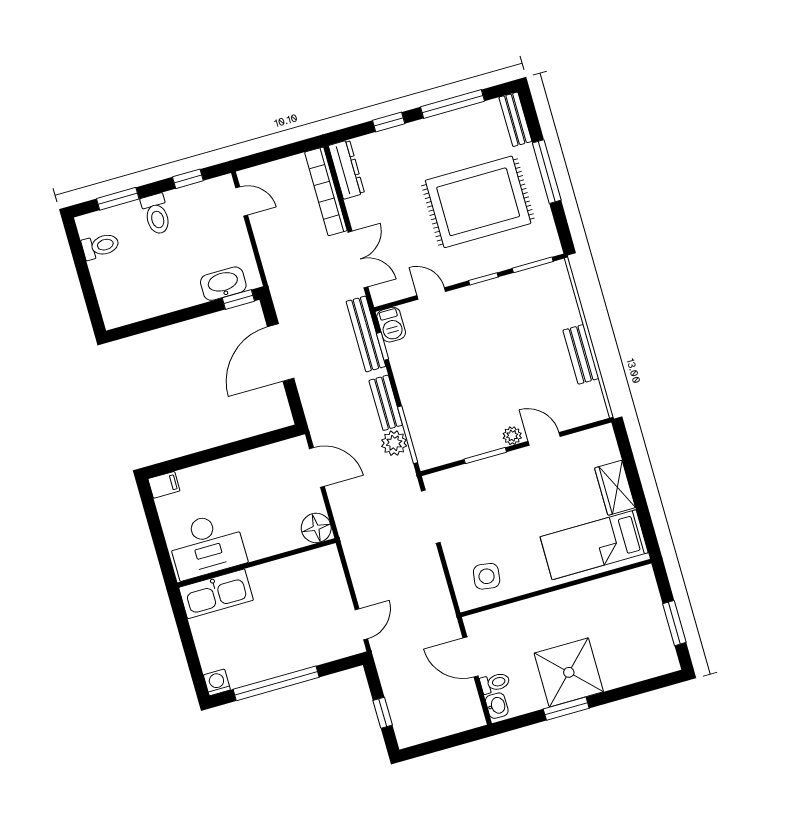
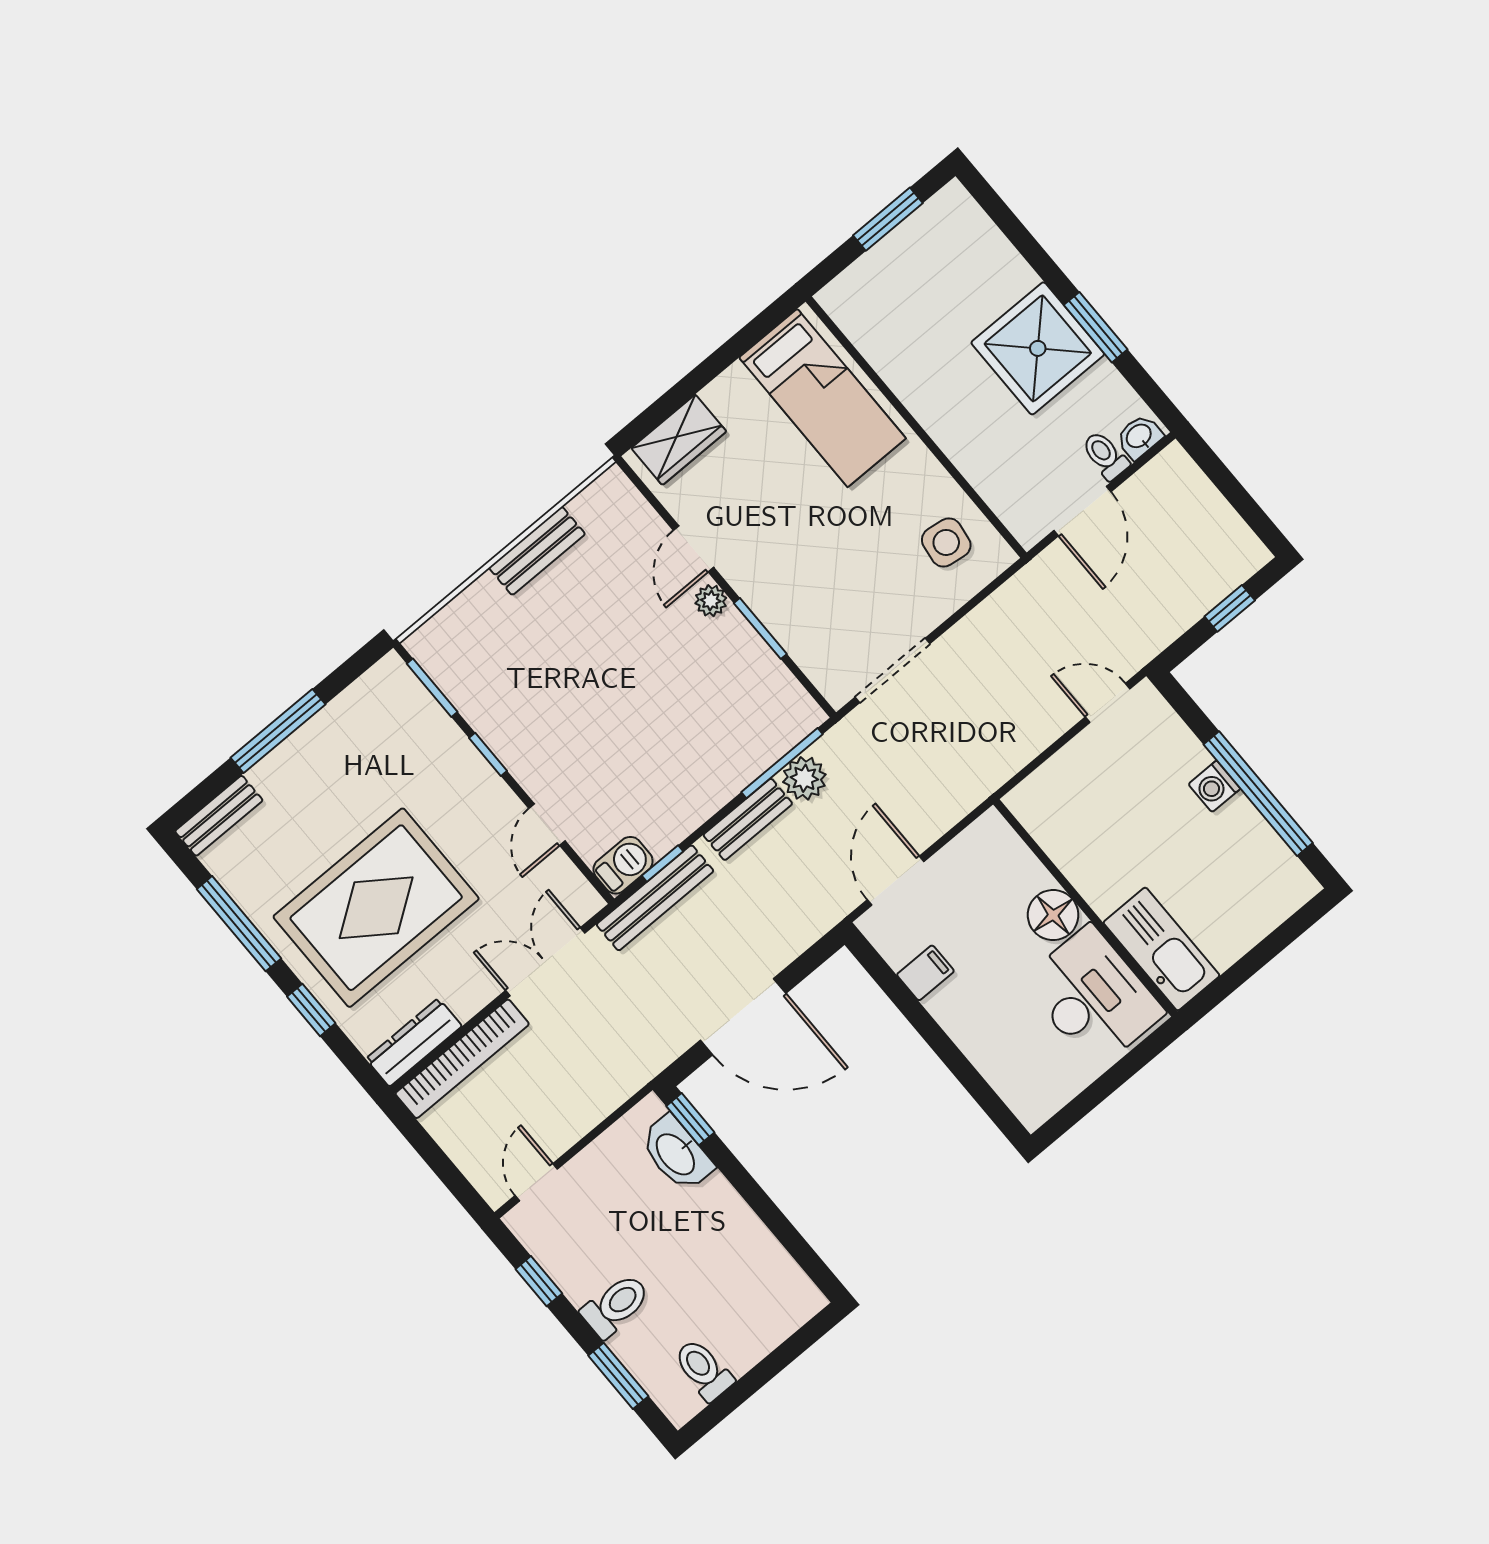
rug: (478, 202) -> (376, 908), moved, turned 90
filing cabinet: (164, 485) -> (925, 973), moved, turned 90
wardrobe: (615, 488) -> (679, 440), moved
floor lamp: (316, 528) -> (1053, 915), moved
washing machine: (217, 682) -> (1214, 786), moved

